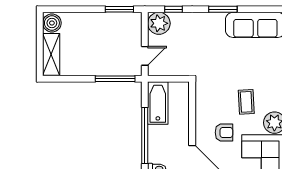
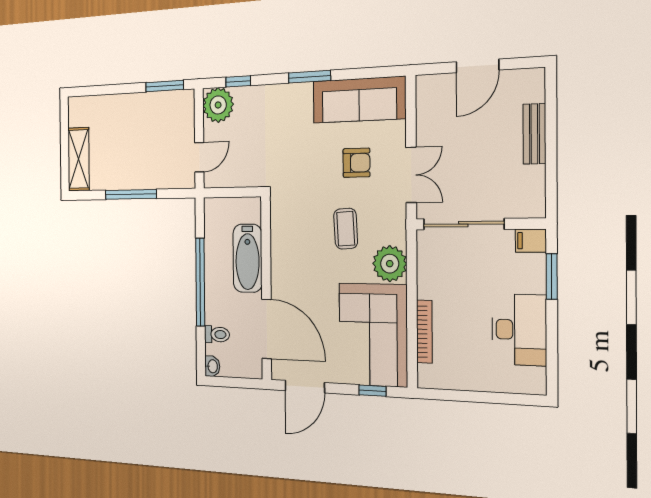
boiler: (52, 23) -> (79, 112), removed
window: (115, 79) -> (131, 194), moved
bathtub: (158, 103) -> (248, 258), moved, turned 180
armchair: (224, 132) -> (356, 163), moved

